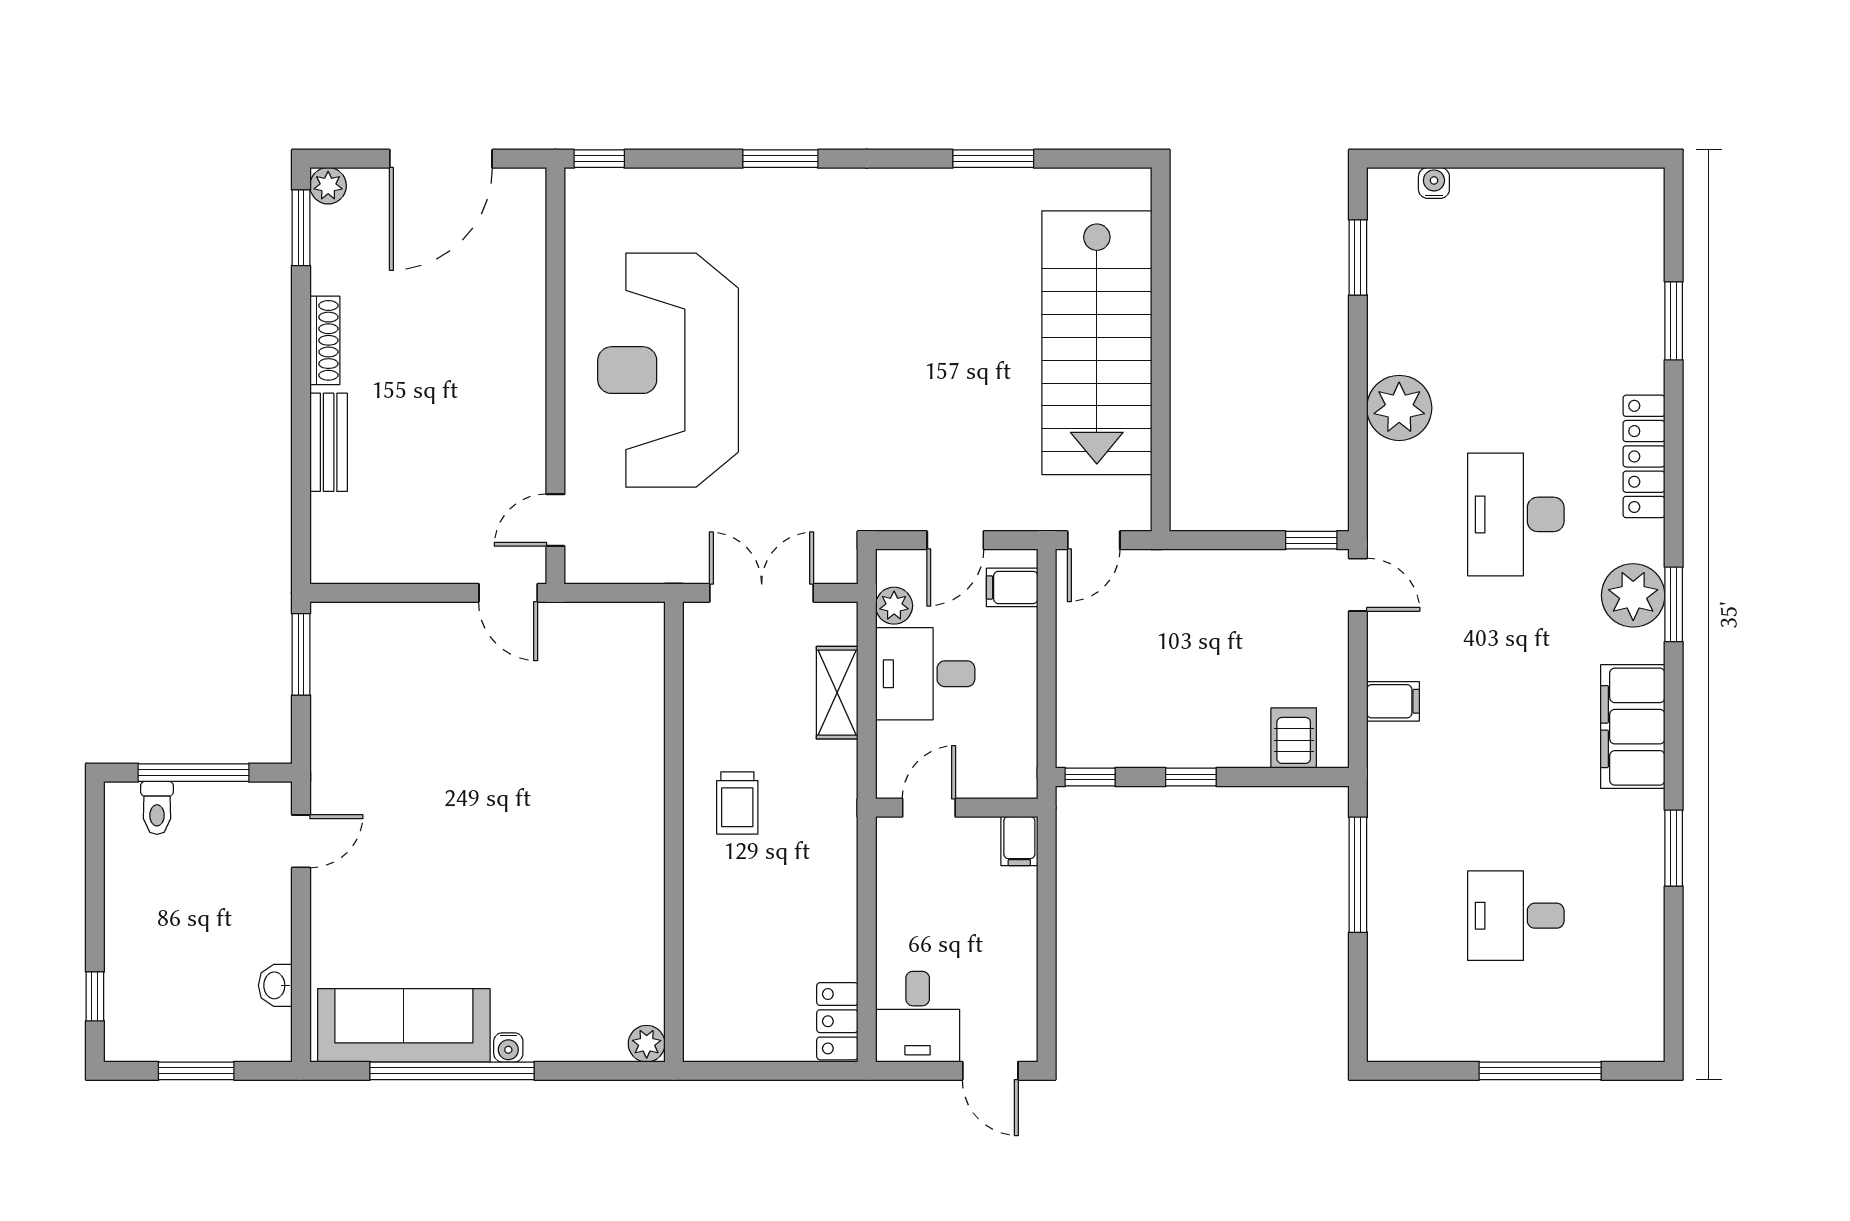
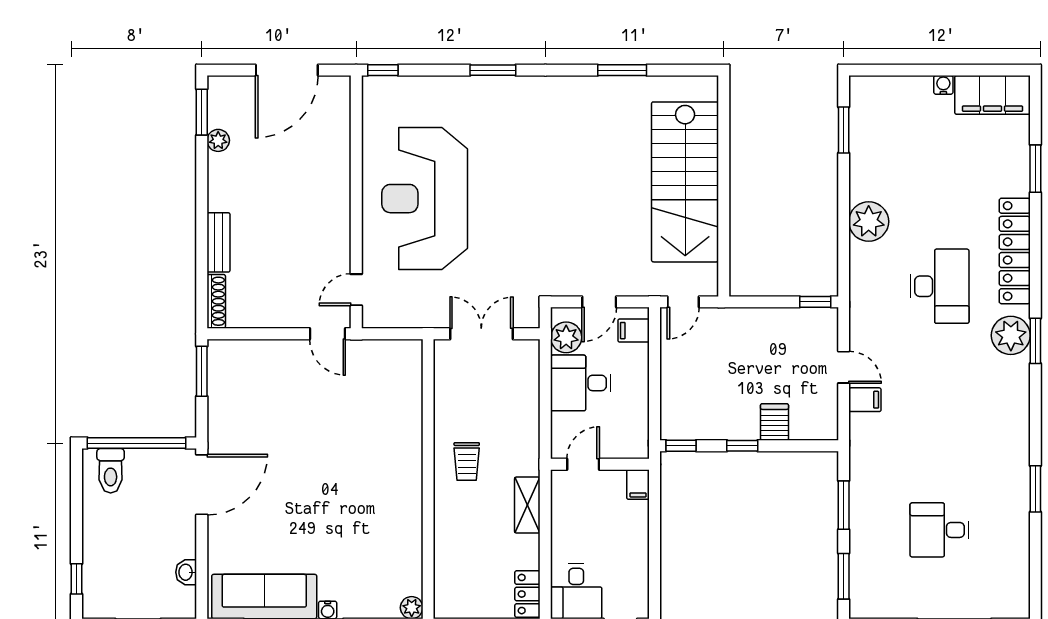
water cooler: (1434, 183) -> (943, 85), moved
plant: (328, 186) -> (218, 140), moved
shoe rack: (325, 340) -> (216, 301), moved
locker: (1644, 456) -> (1015, 251), width x1.41, depth x1.21
desk: (1516, 514) -> (940, 286), turned 180
door: (1358, 585) -> (844, 367), moved
plant: (894, 606) -> (566, 337), width x1.38, depth x1.38
shelving: (837, 693) -> (527, 505), moved
filing cabinet: (1633, 727) -> (992, 95), moved, turned -90
server rack: (1294, 738) -> (774, 422), moved
window: (194, 773) -> (136, 443), width x1.46
toilet: (157, 808) -> (111, 471), width x1.37, depth x1.39
door: (301, 841) -> (202, 485), width x1.87
window: (1358, 875) -> (844, 505), width x0.69
window: (1358, 992) -> (844, 576), added

